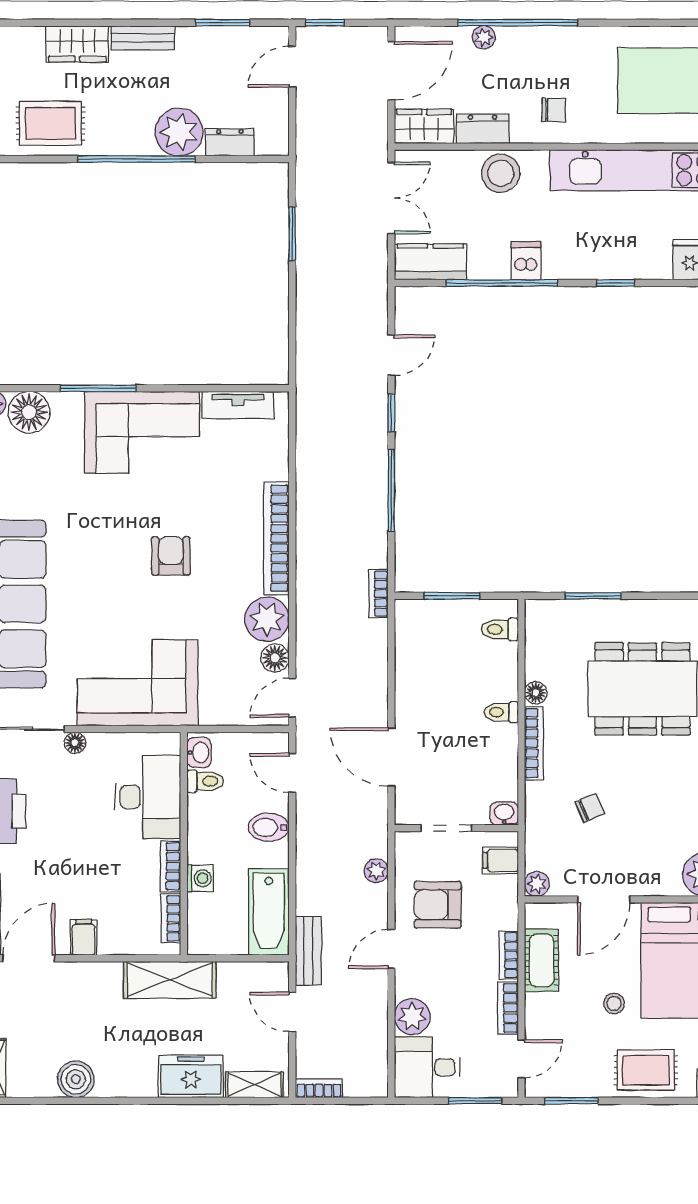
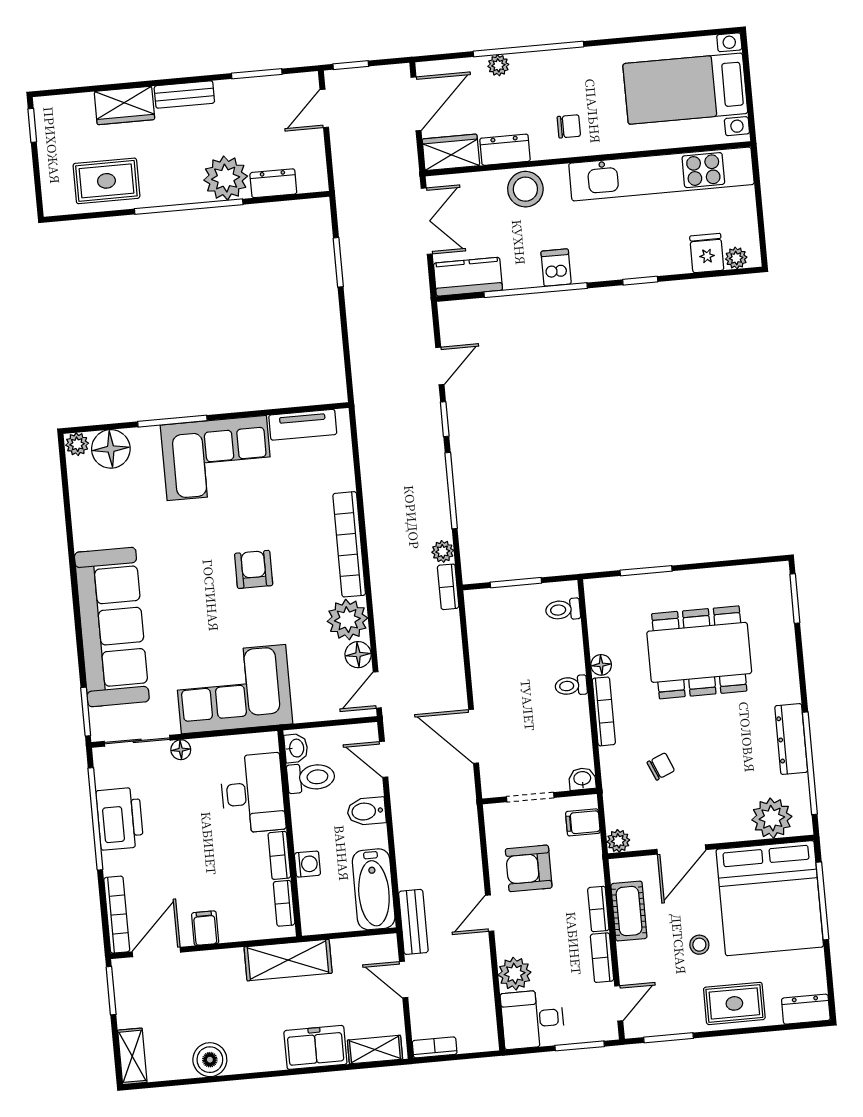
toilet: (205, 781) -> (311, 777), width x1.37, depth x1.39
plant: (376, 871) -> (443, 551), moved

